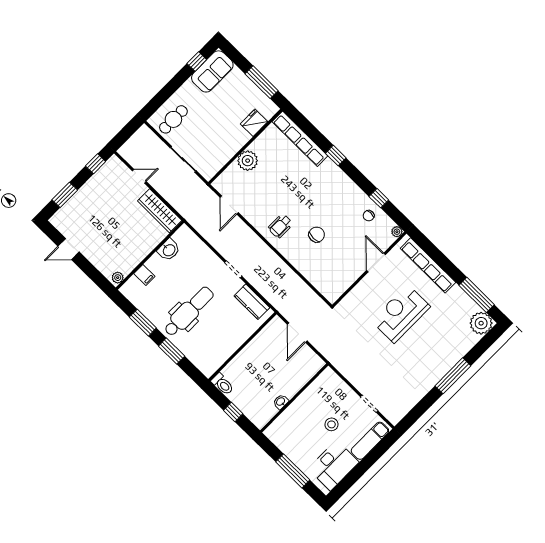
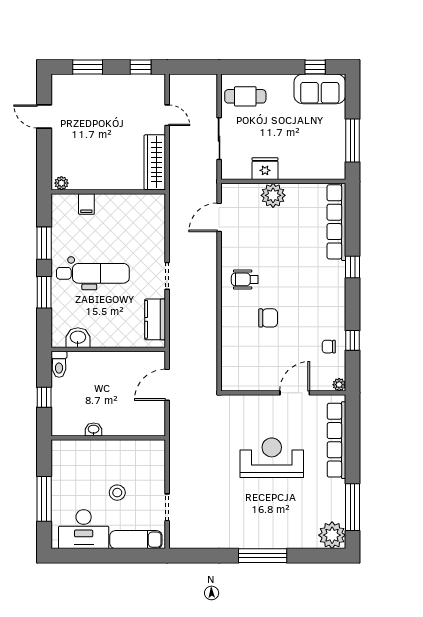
fridge: (254, 123) -> (265, 169), moved
washbasin: (169, 250) -> (78, 338), moved, turned 180

